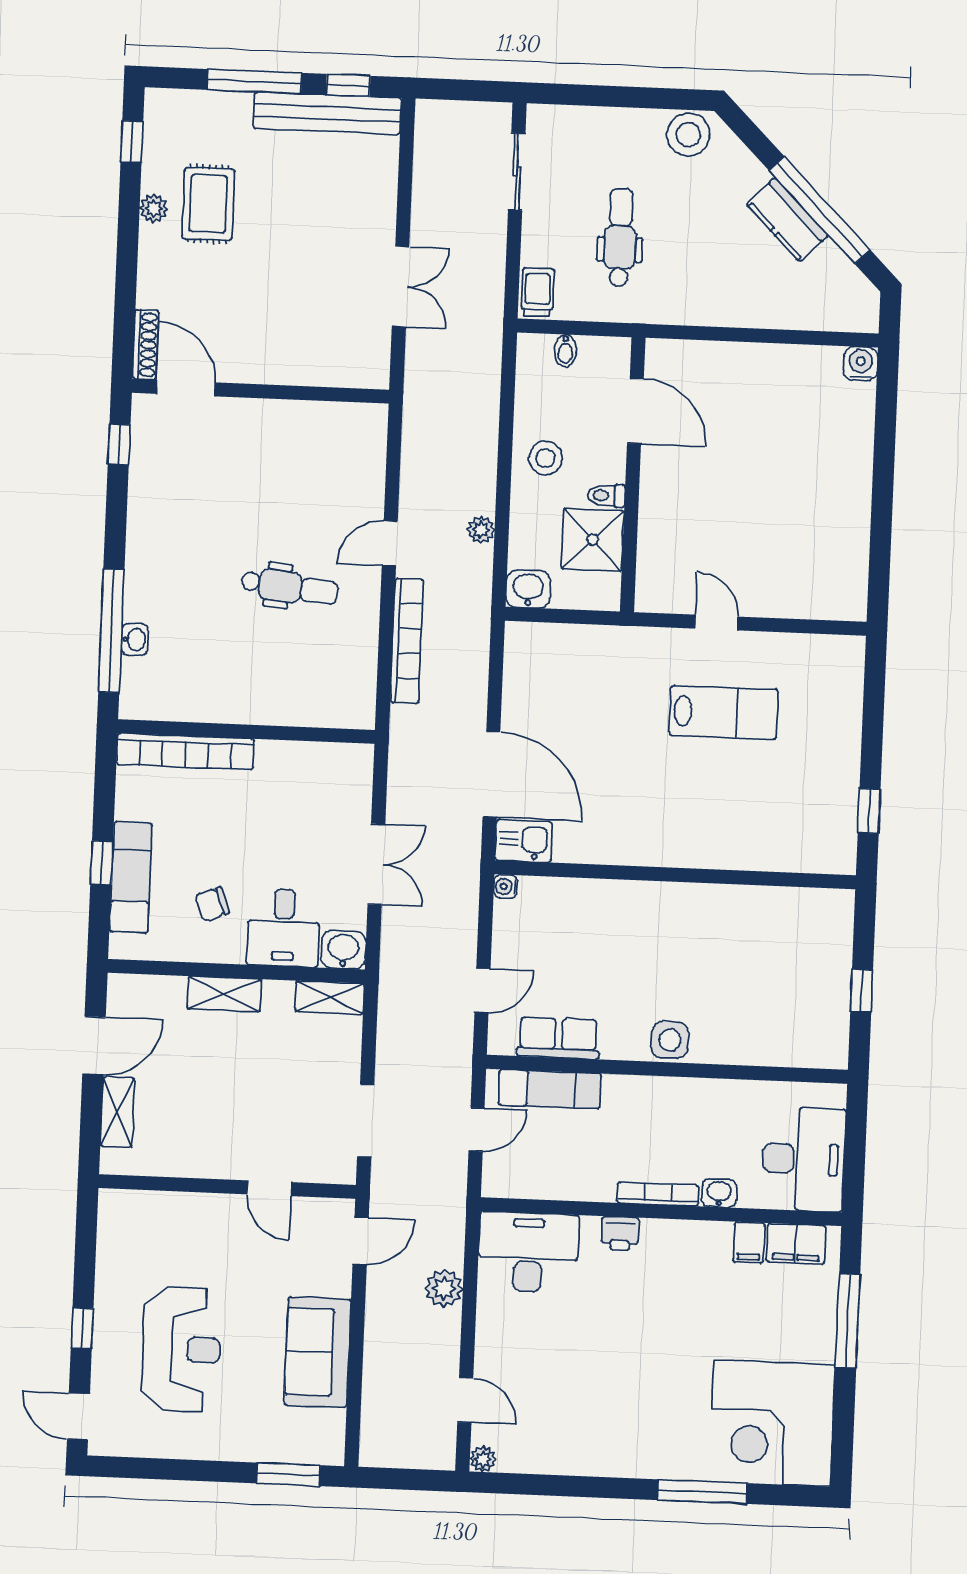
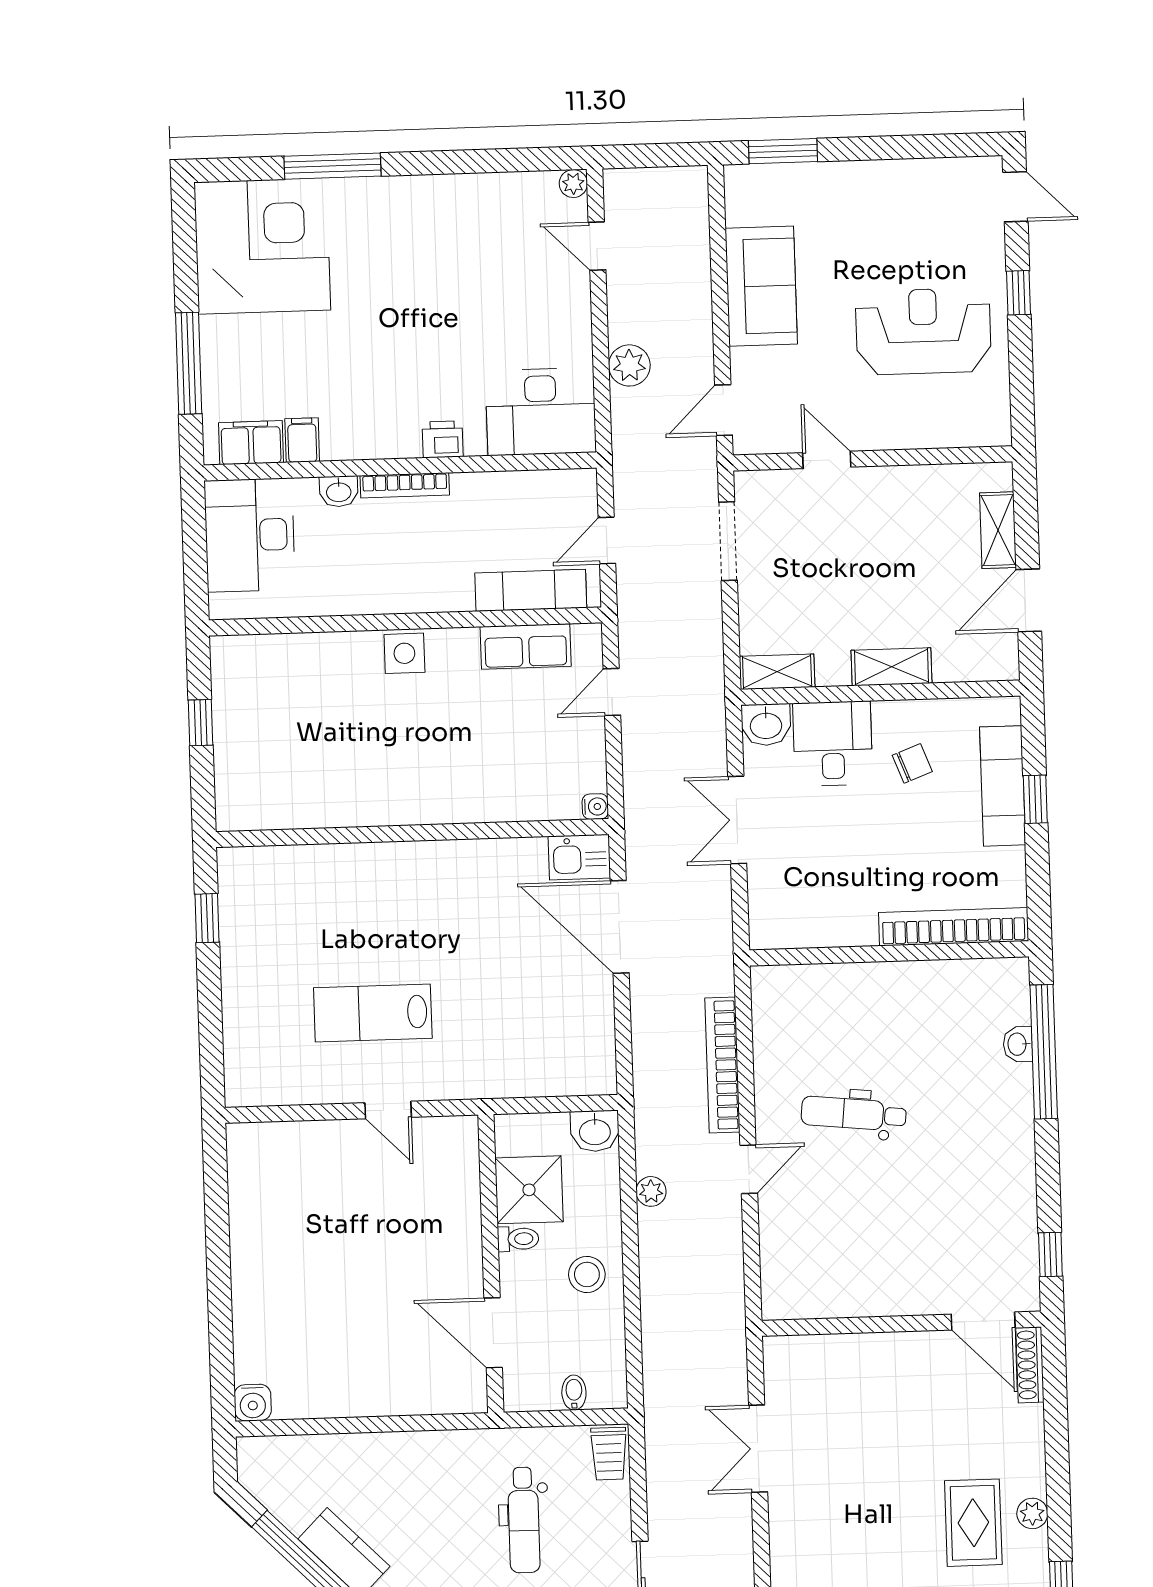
reception desk: (181, 1349) -> (923, 331), moved, turned 90

